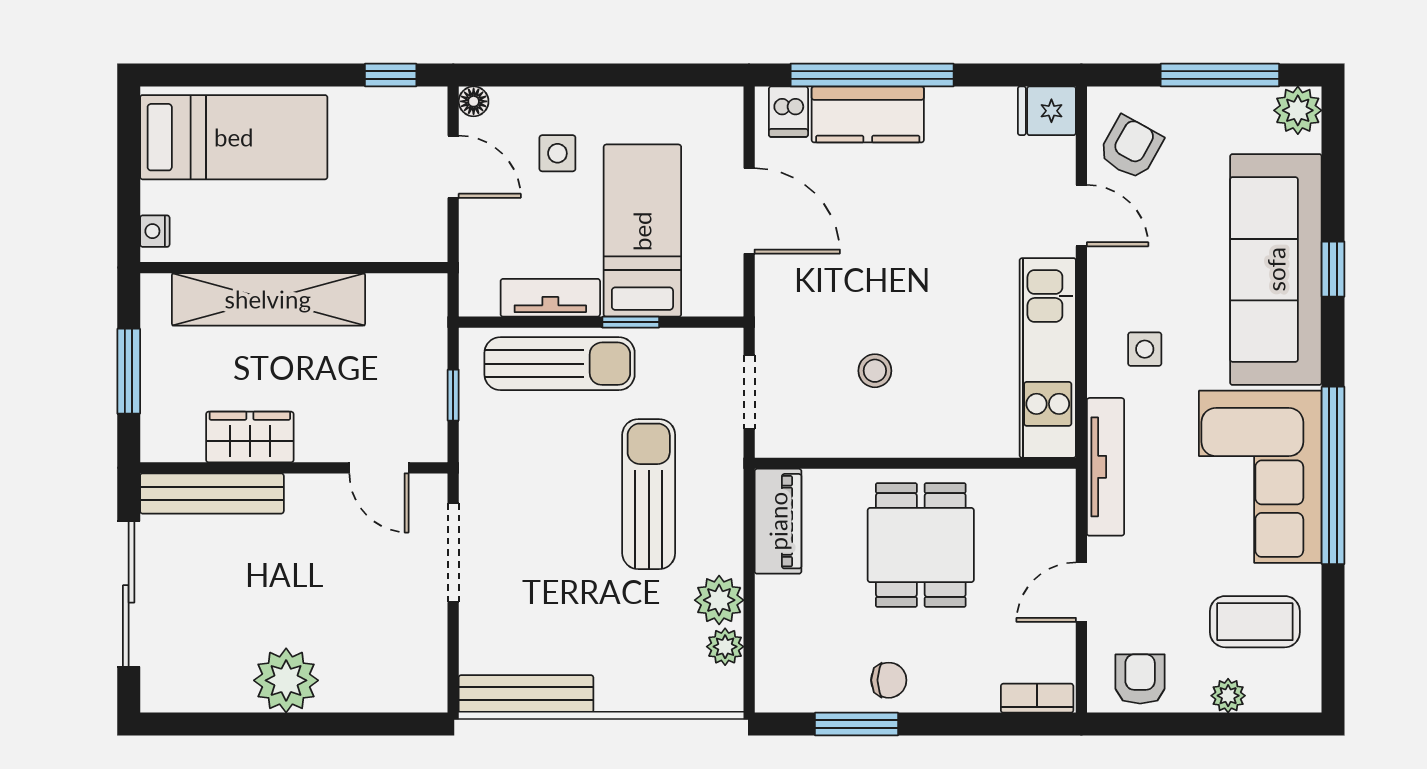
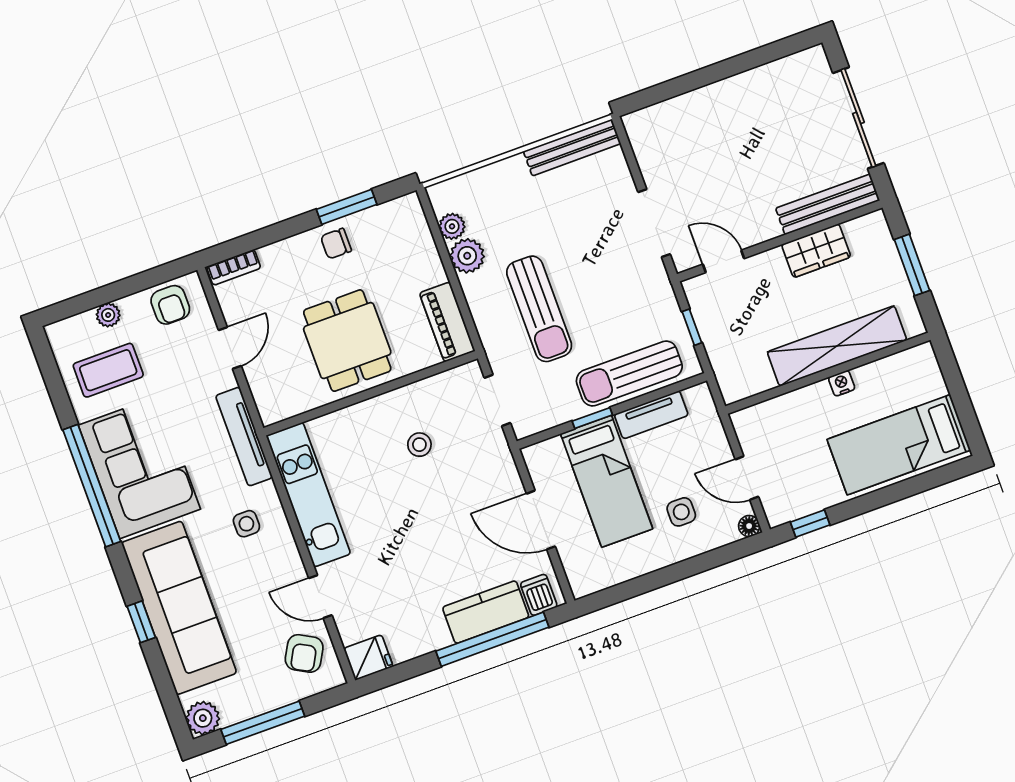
nightstand: (155, 231) -> (842, 383), moved, turned -90
plant: (286, 680) -> (734, 99), removed

